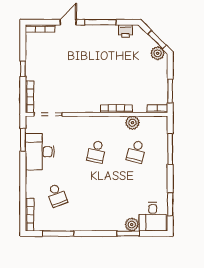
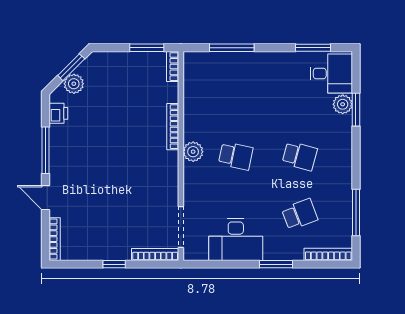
plant: (158, 53) -> (74, 84), moved
plant: (132, 123) -> (193, 152), moved
window: (23, 140) -> (276, 264), moved
school desk: (136, 152) -> (300, 156), moved

